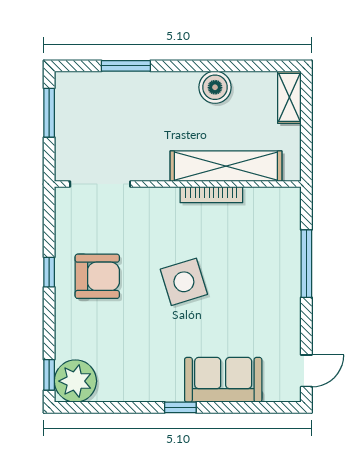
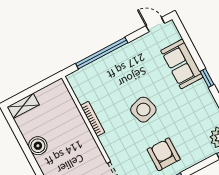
shelving: (226, 166) -> (74, 119), removed
window: (306, 264) -> (102, 53), width x1.46

